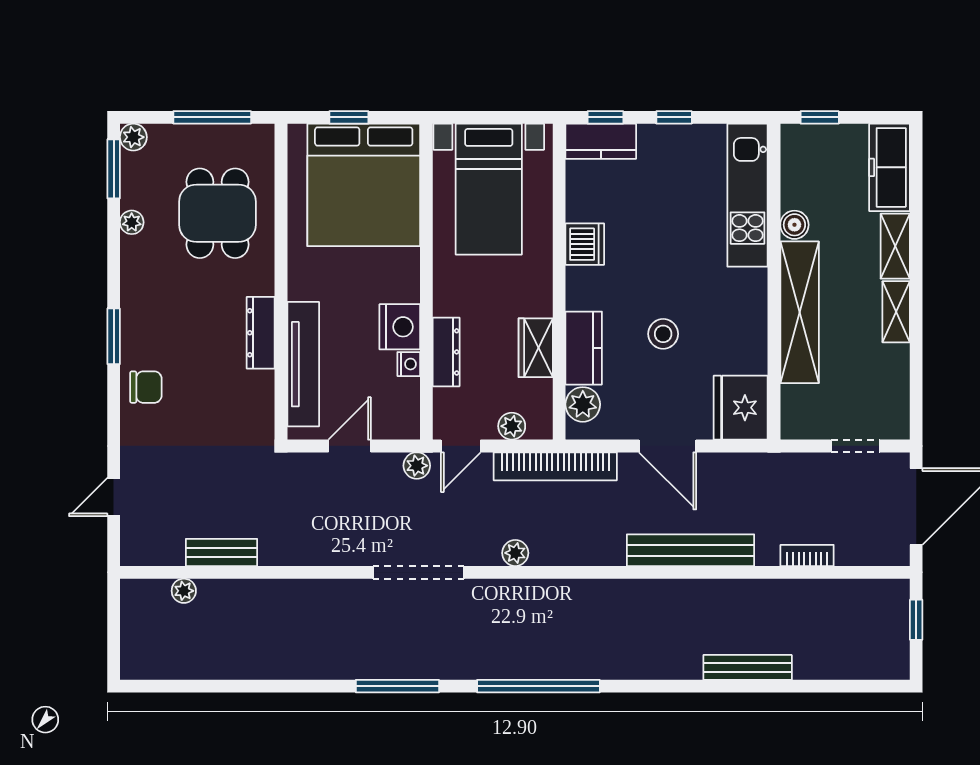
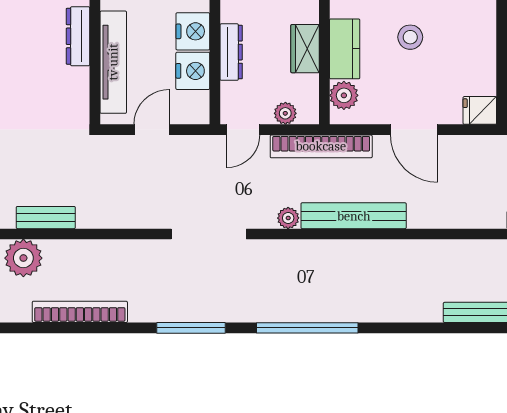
nightstand: (409, 364) -> (193, 71), width x1.89, depth x1.79
fridge: (741, 408) -> (480, 110), width x0.53, depth x0.75
plant: (417, 466) -> (207, 146), removed
bench: (691, 550) -> (354, 216), moved
plant: (184, 591) -> (23, 258), width x1.87, depth x1.87
bookcase: (263, 667) -> (80, 312), added

